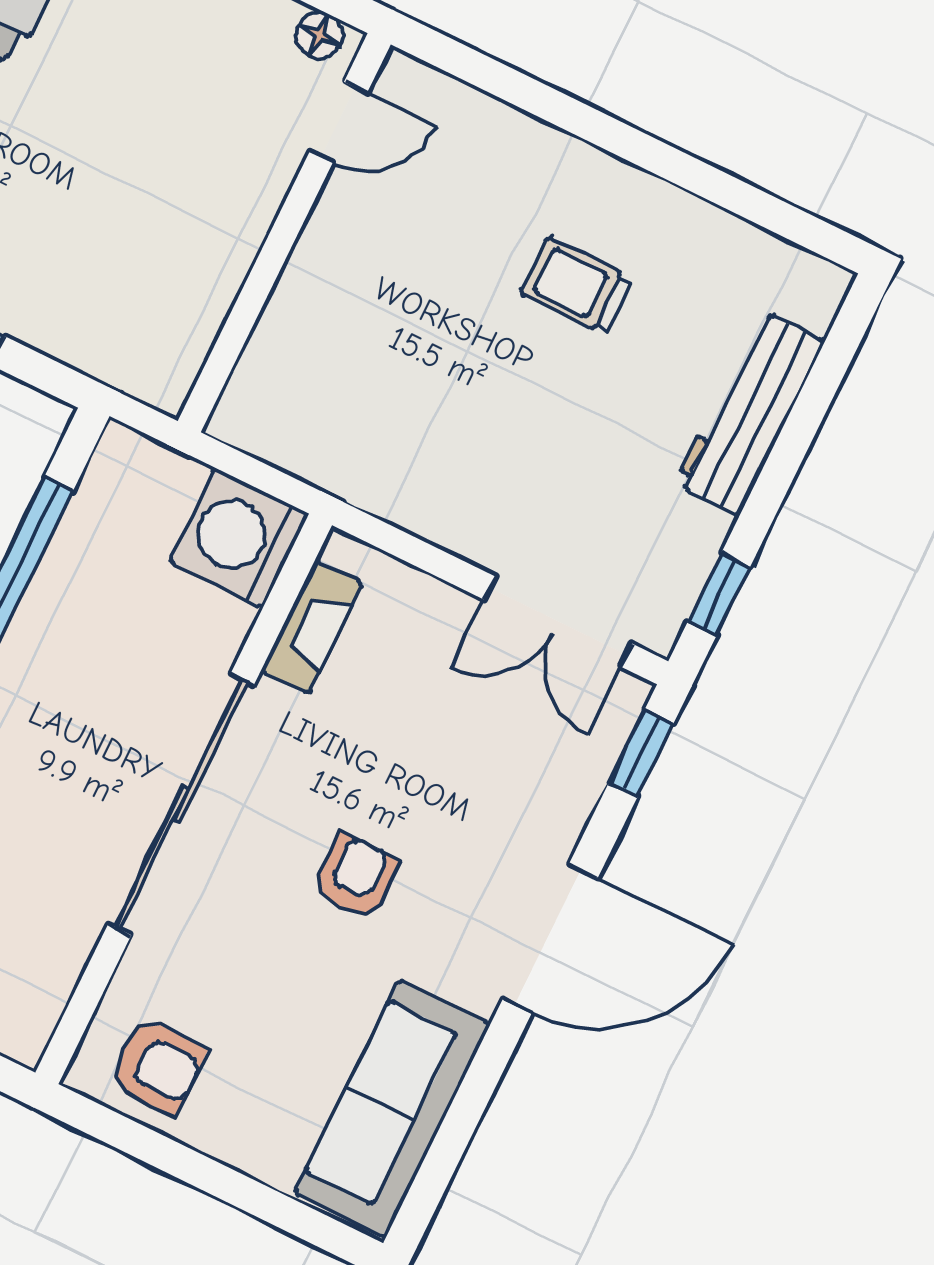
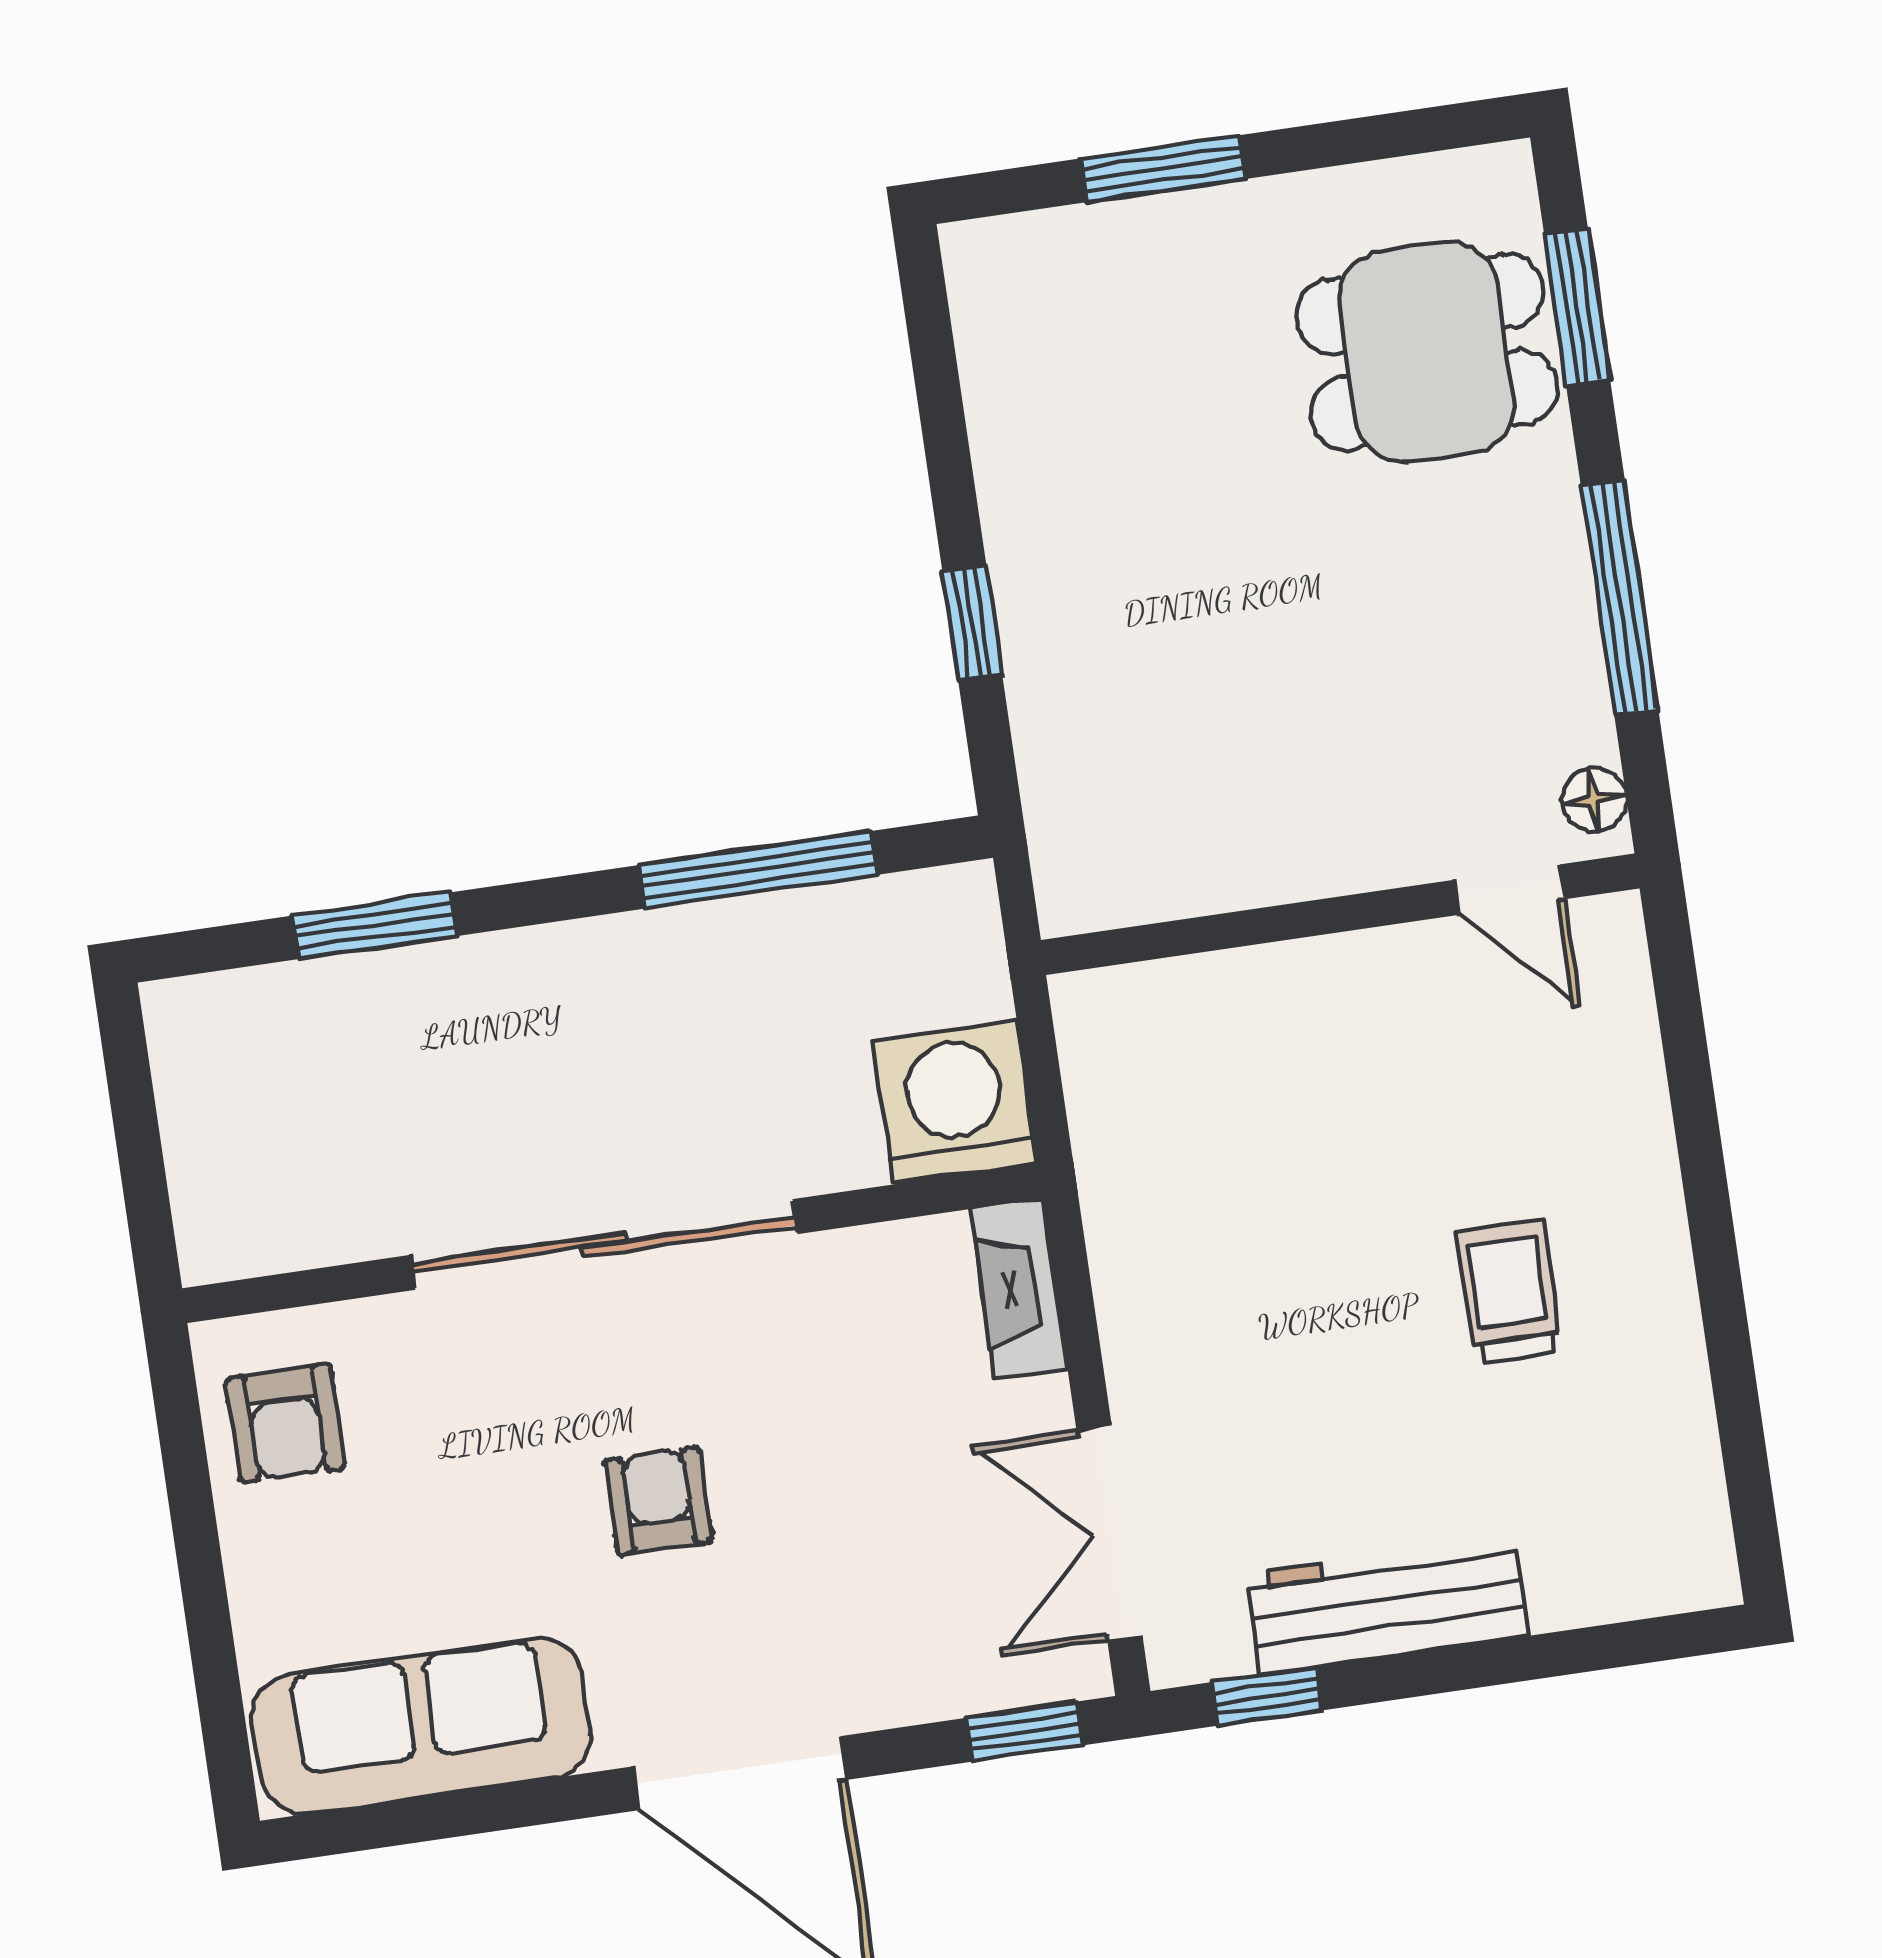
workbench: (749, 413) -> (1387, 1605), moved
fireplace: (312, 627) -> (1019, 1289), moved, turned 90
armchair: (355, 876) -> (658, 1501), turned -90

